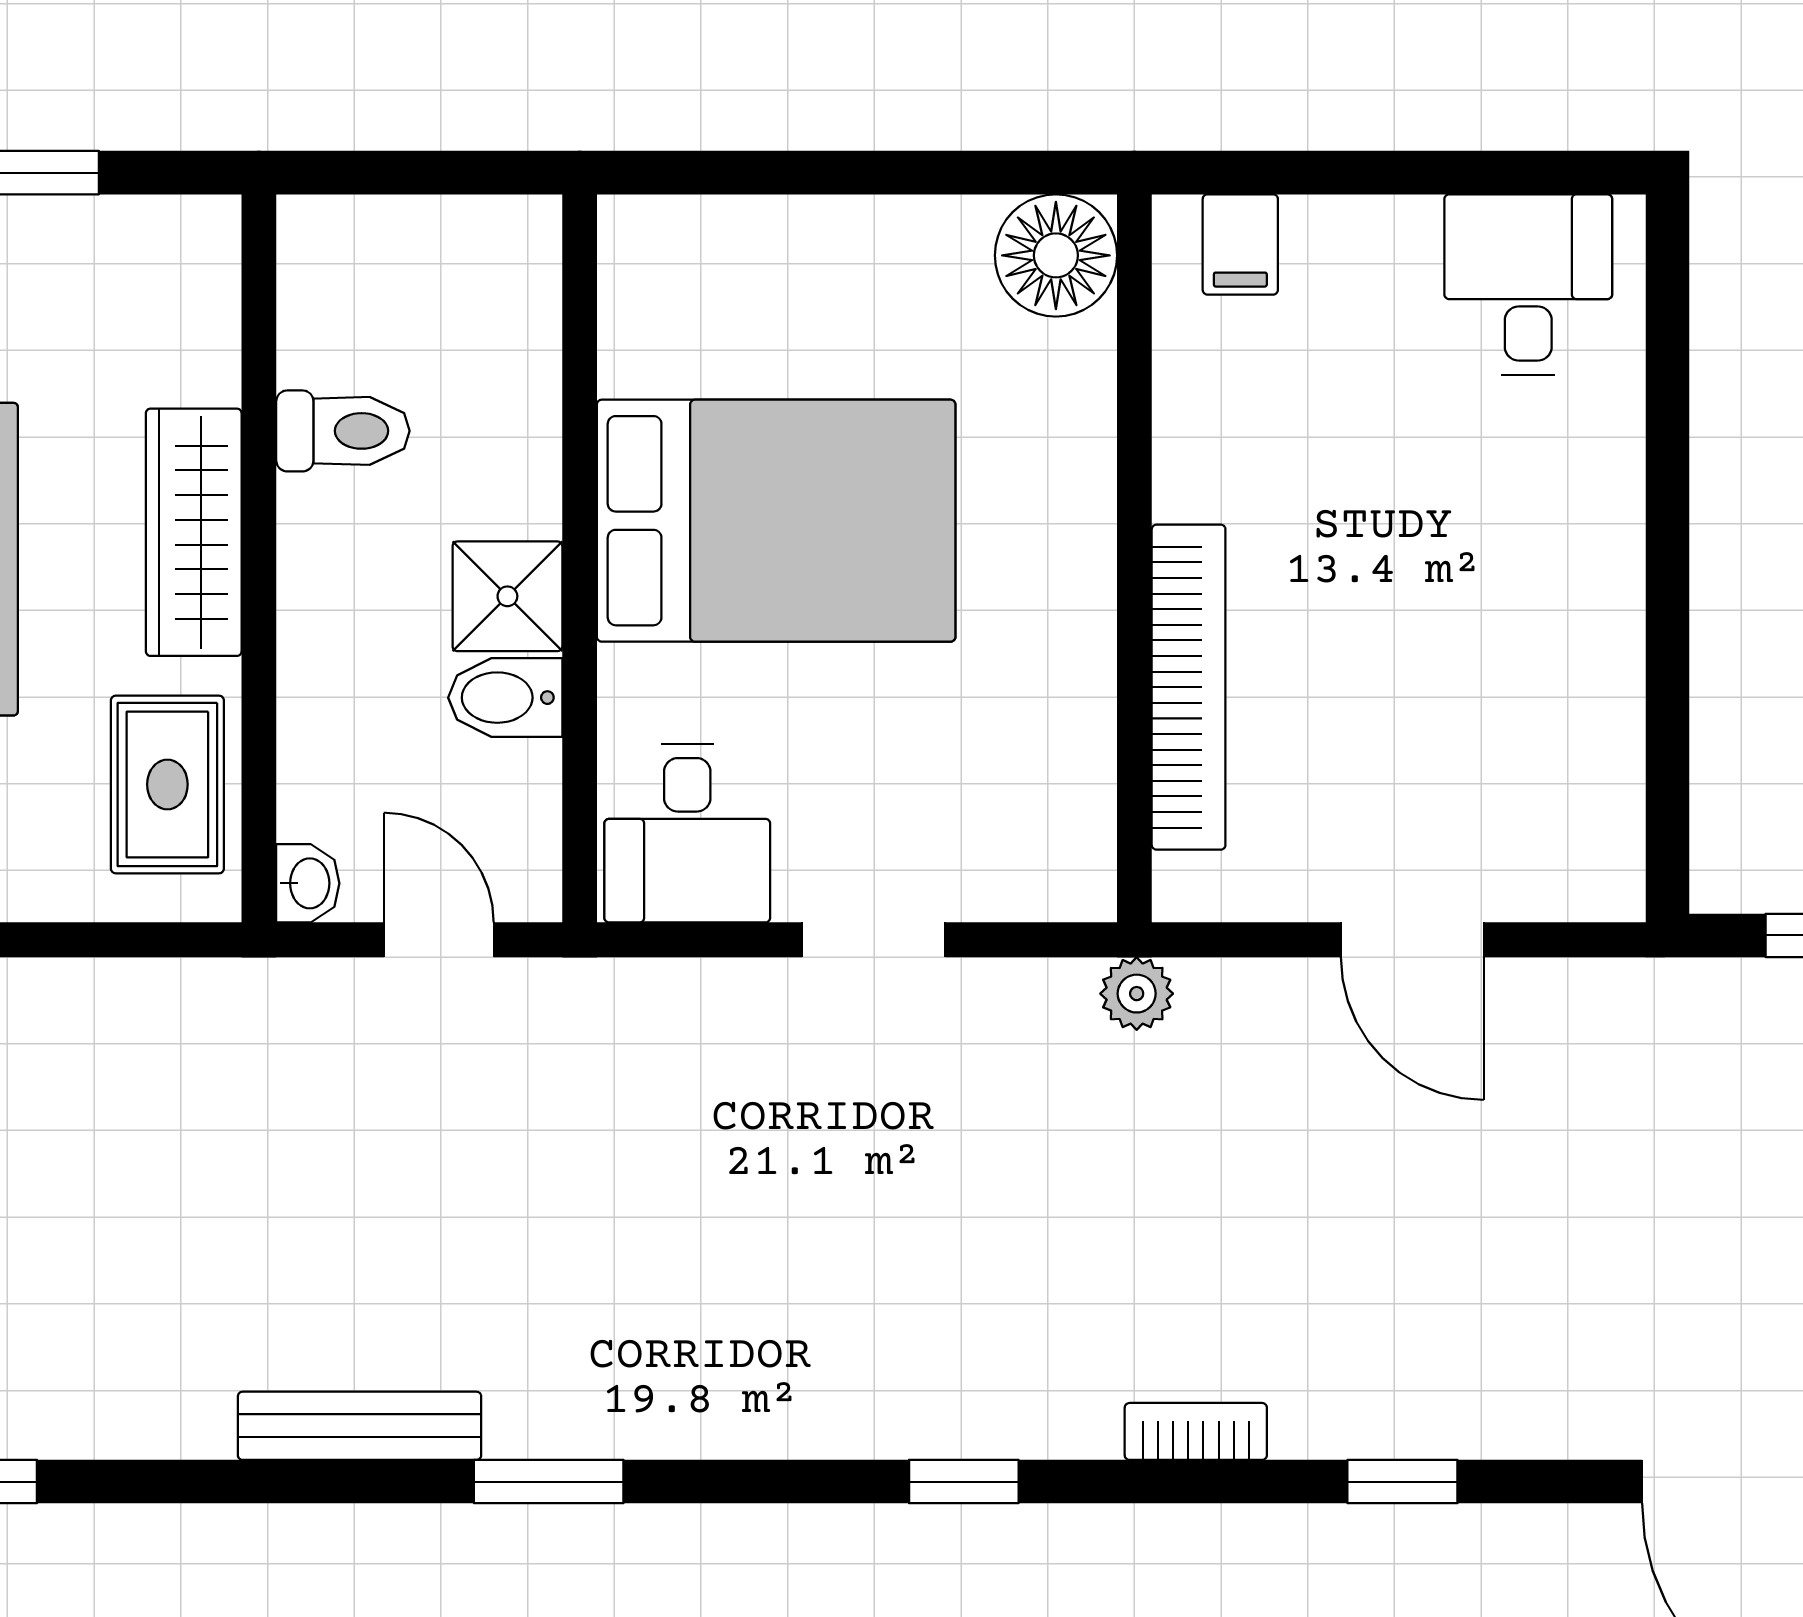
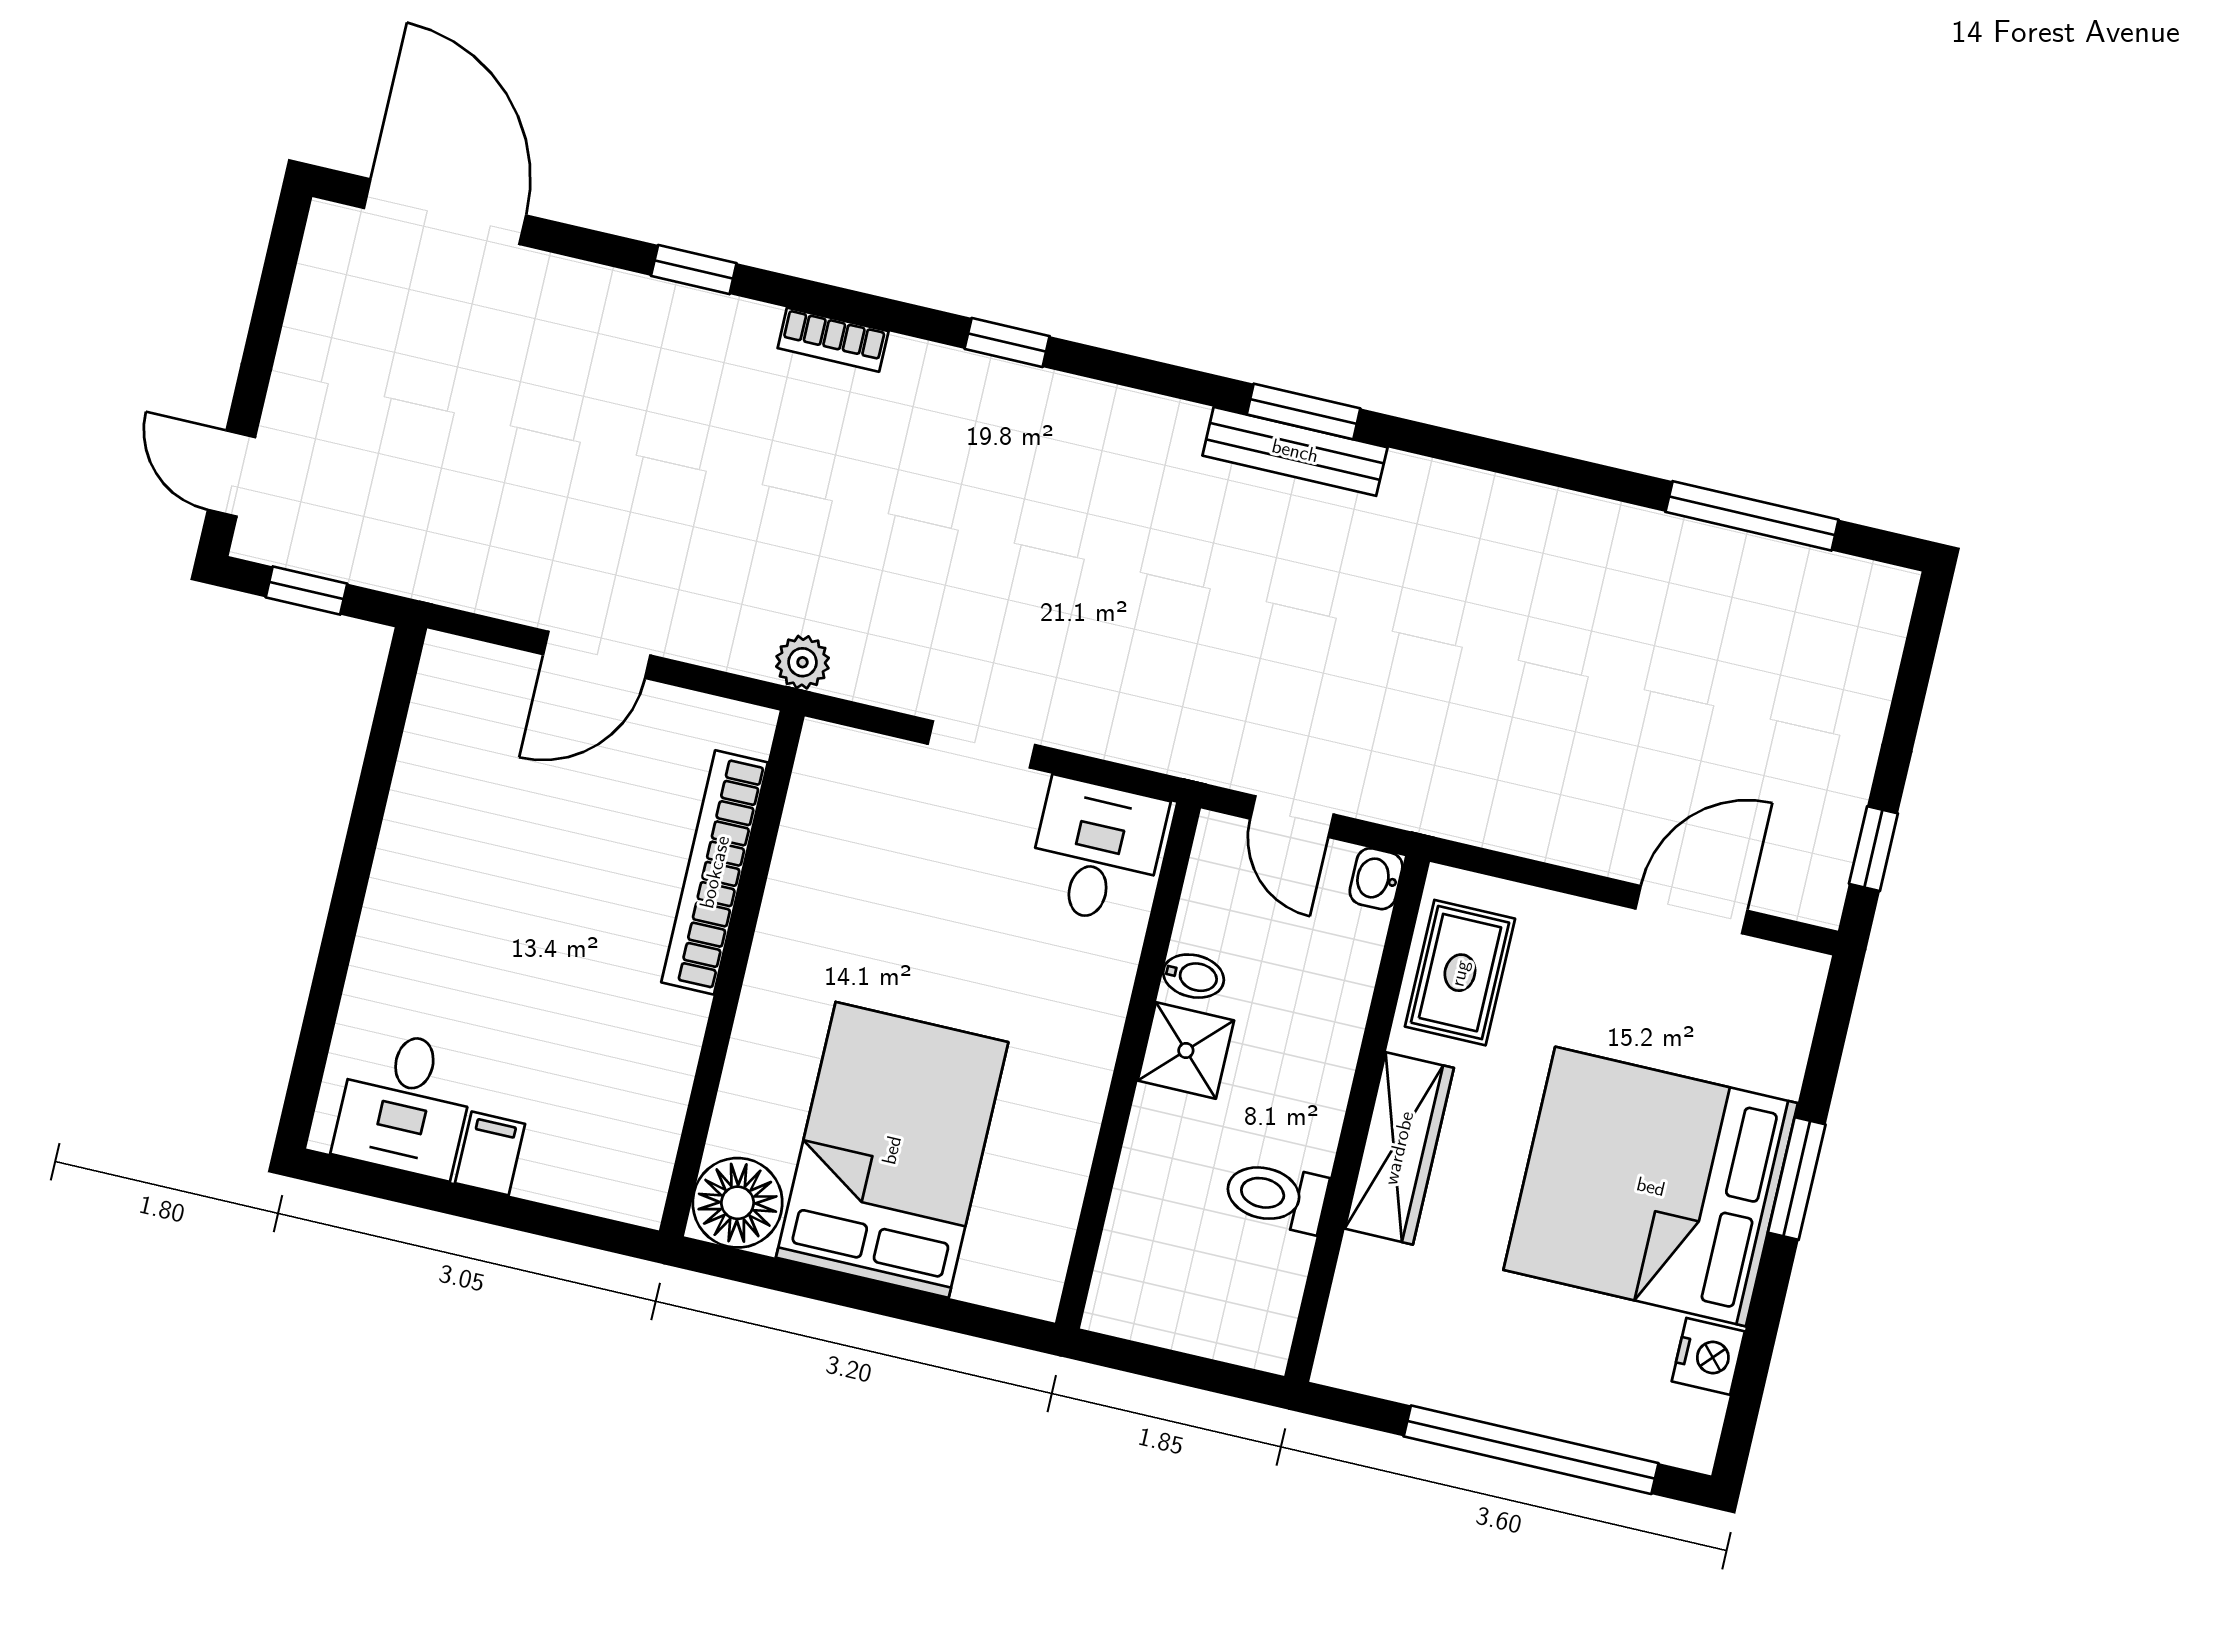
filing cabinet: (1240, 244) -> (490, 1153), moved
bed: (776, 521) -> (892, 1150), moved, turned 90
bidet: (505, 698) -> (1193, 976), width x0.72, depth x0.74
door: (1412, 940) -> (597, 655), swing flipped
bench: (360, 1426) -> (1295, 451), moved

